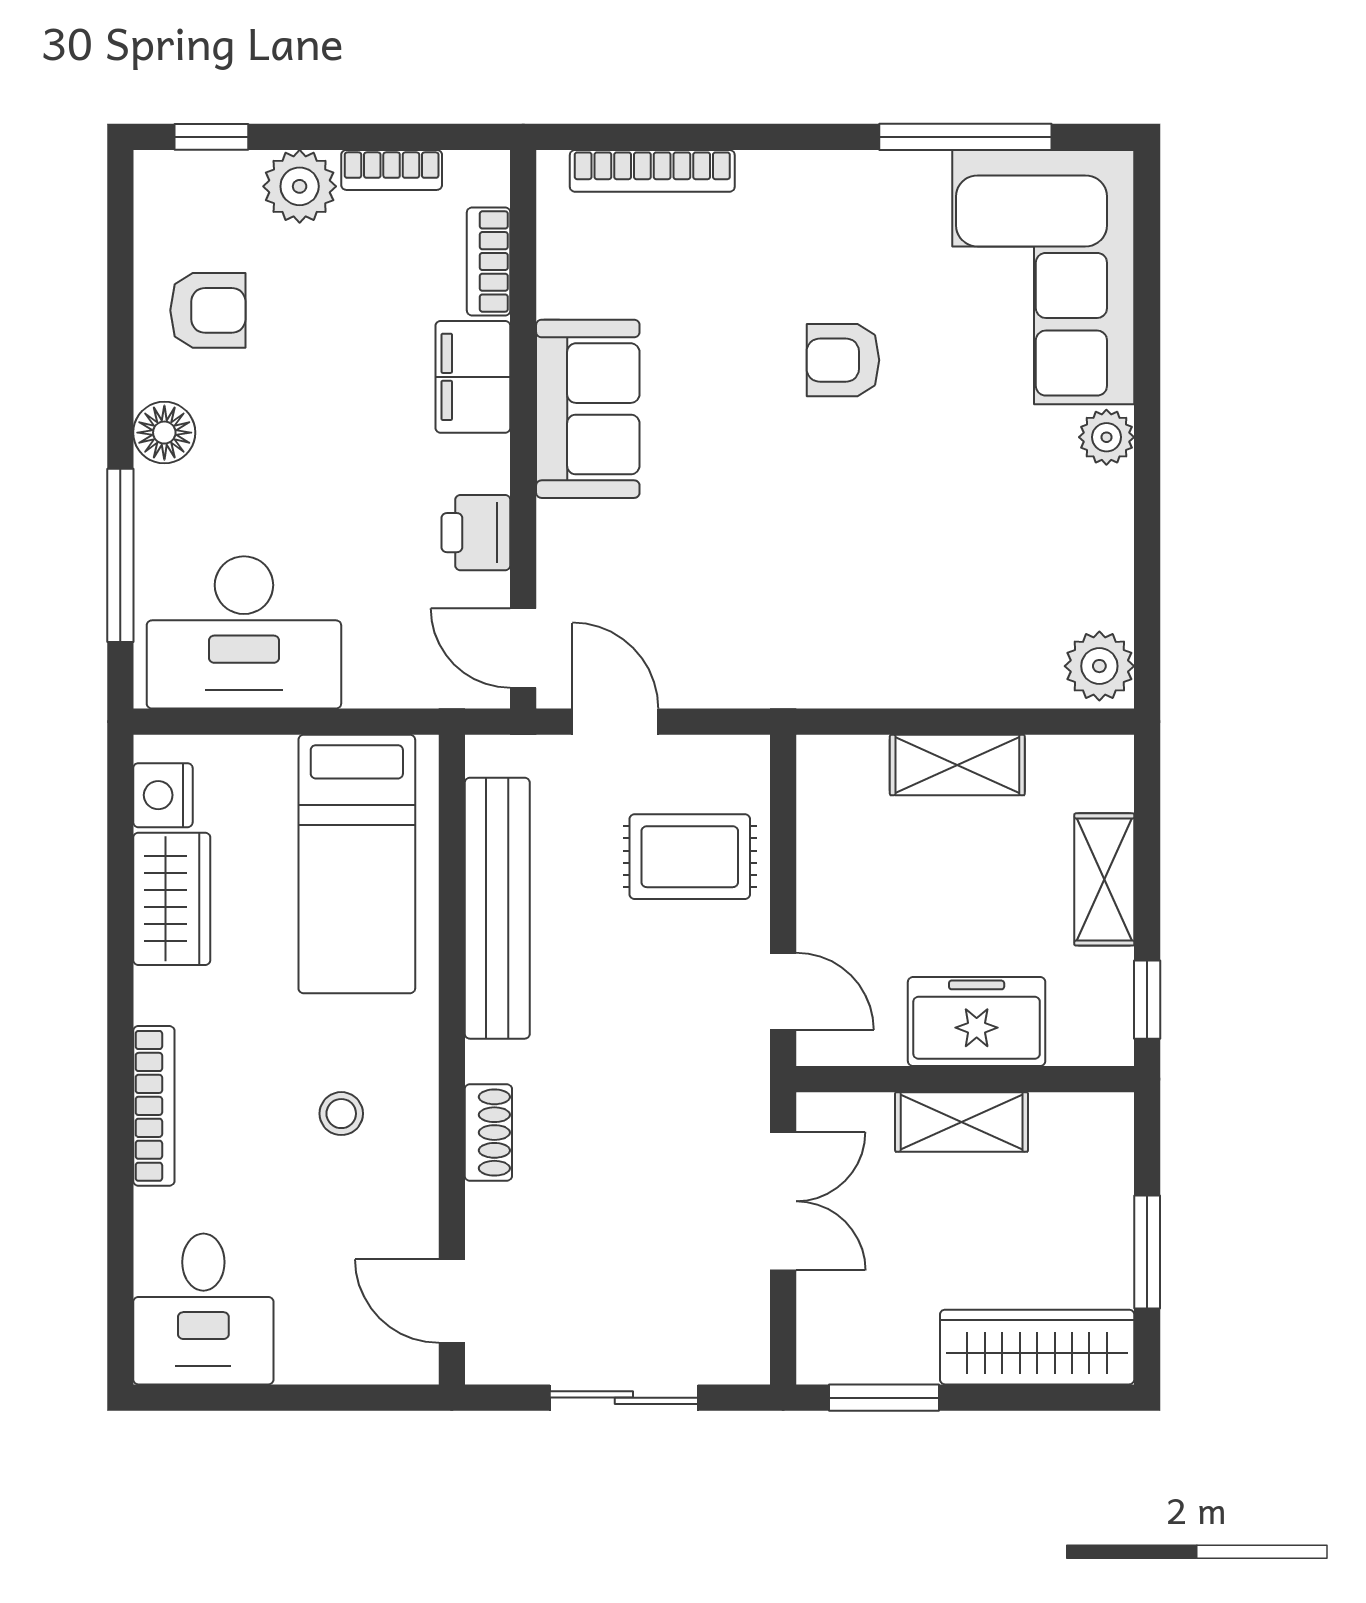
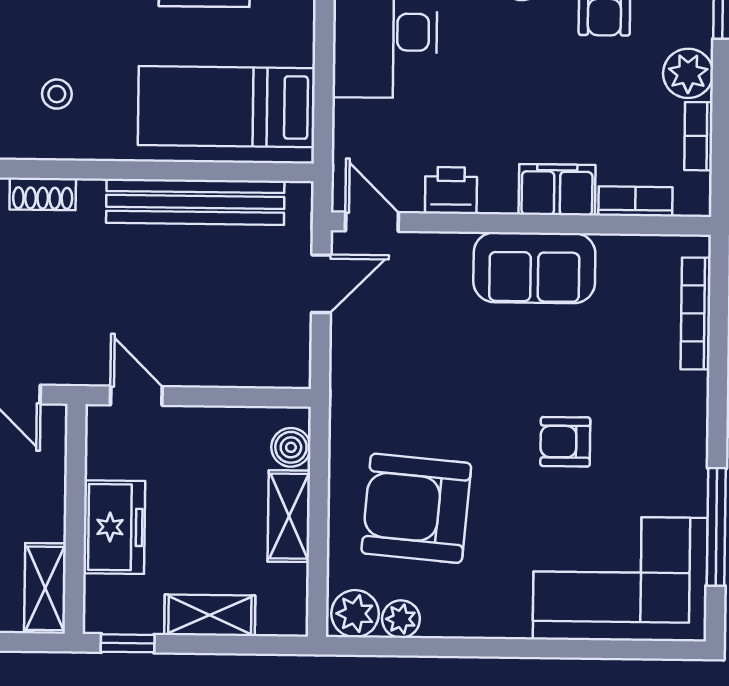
armchair: (843, 360) -> (565, 442), turned -90
plant: (1106, 437) -> (401, 619), moved
armchair: (943, 578) -> (416, 508), added
door: (523, 648) -> (372, 222), hinge flipped
boiler: (856, 763) -> (291, 447), added
rug: (690, 857) -> (229, 333), removed
door: (783, 991) -> (136, 396), swing flipped
shelving: (962, 1122) -> (45, 588), moved

